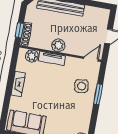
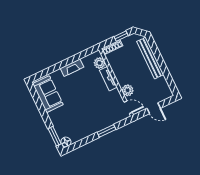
window: (19, 30) -> (121, 36), moved
plant: (58, 45) -> (128, 90), moved
side table: (82, 86) -> (104, 115), removed

